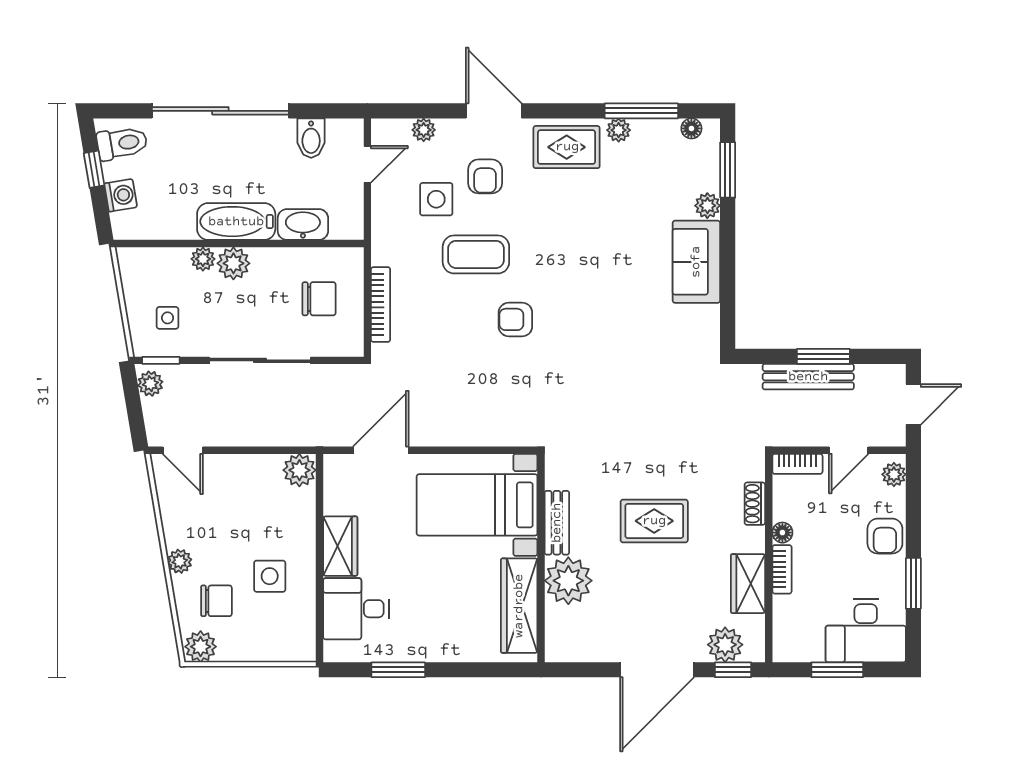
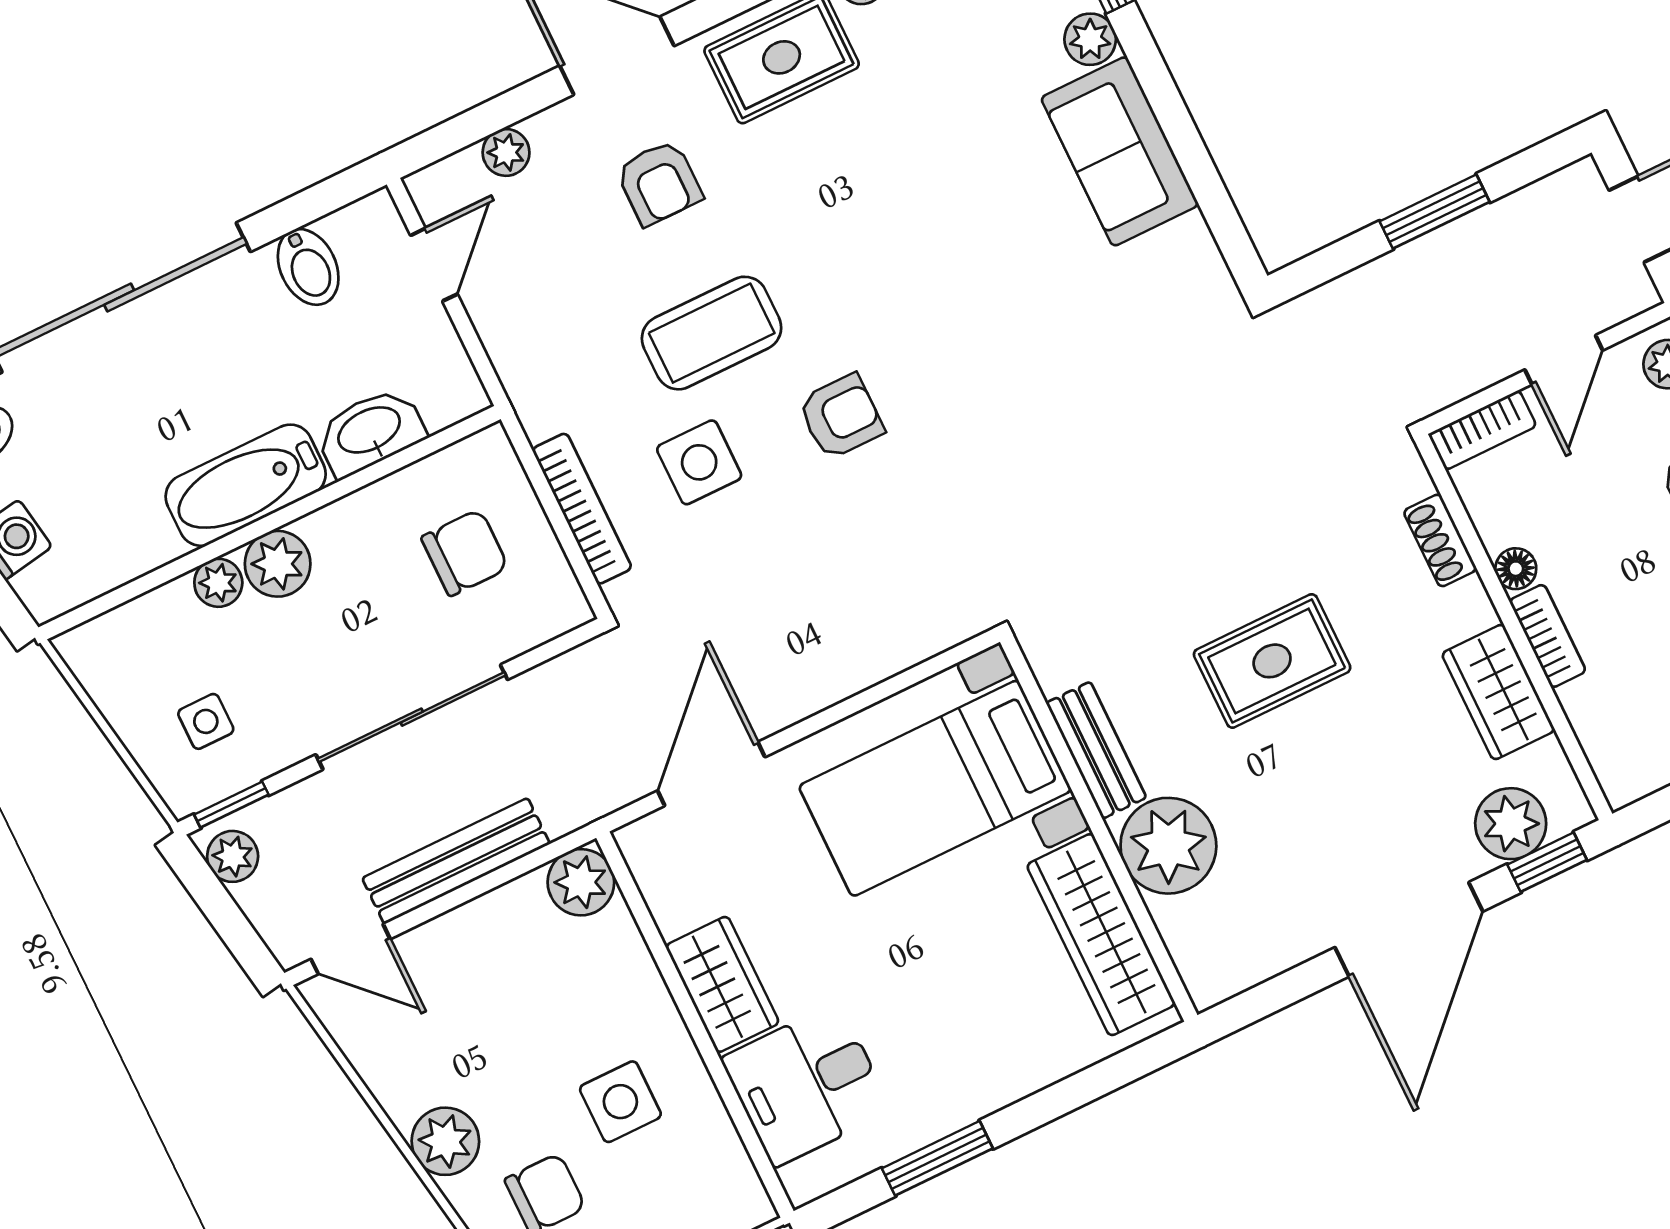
side table: (436, 199) -> (699, 462), moved
armchair: (515, 319) -> (841, 417), turned 180
bench: (808, 377) -> (456, 861), moved
plant: (180, 561) -> (445, 1141), width x1.38, depth x1.38

